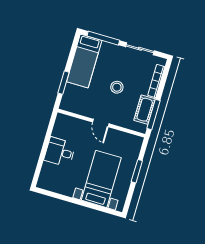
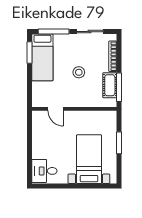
window: (64, 83) -> (30, 53), moved
door: (101, 123) -> (56, 109), moved
desk: (60, 152) -> (44, 171), moved

